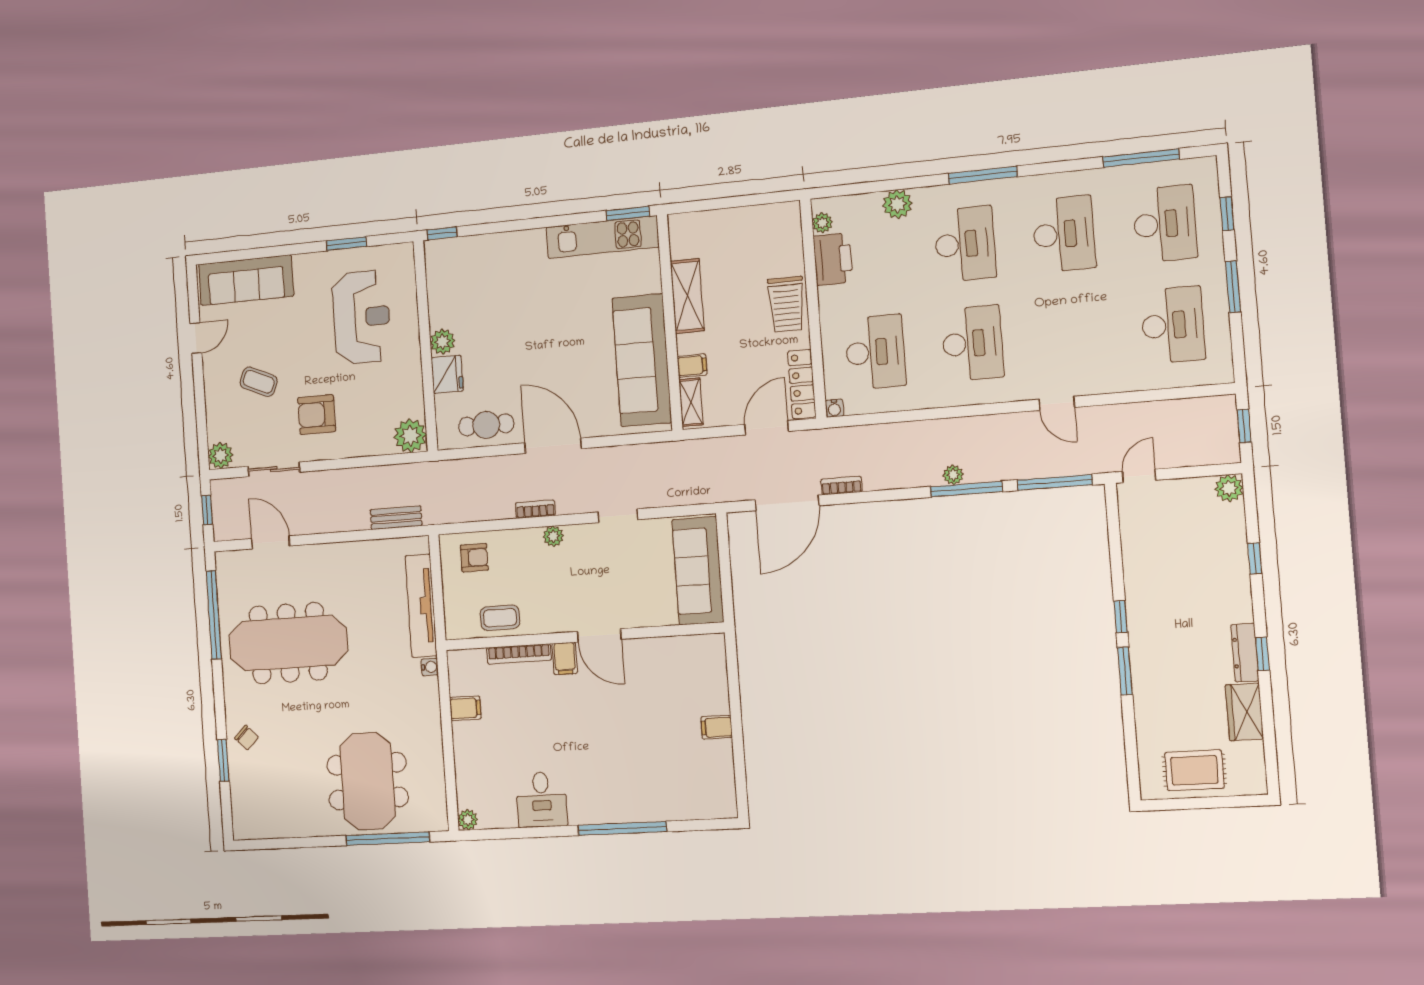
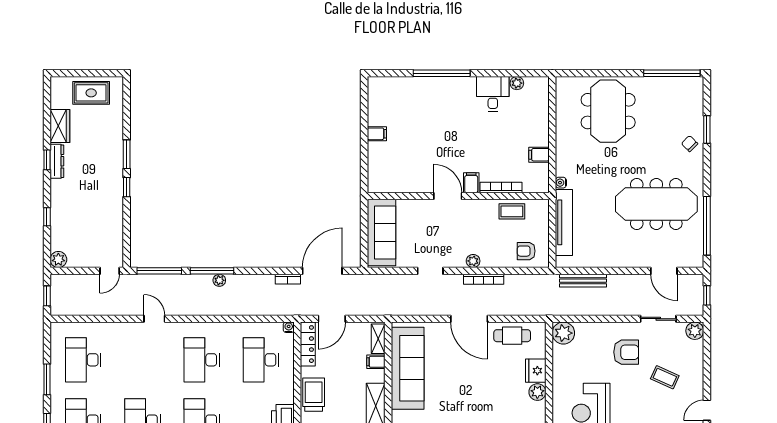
bookcase: (535, 509) -> (484, 279), width x1.56
bench: (396, 518) -> (583, 281), width x1.36
plant: (468, 820) -> (517, 83), moved
window: (388, 839) -> (672, 73), moved

